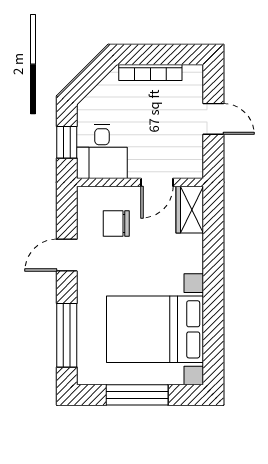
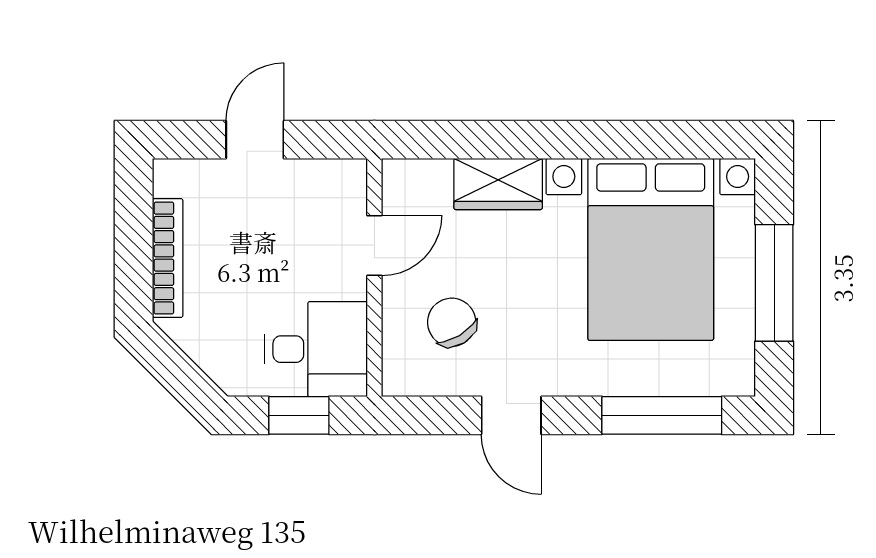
door: (157, 182) -> (374, 246), hinge flipped
wardrobe: (190, 210) -> (498, 184), moved
chair: (116, 224) -> (452, 322), turned 149

